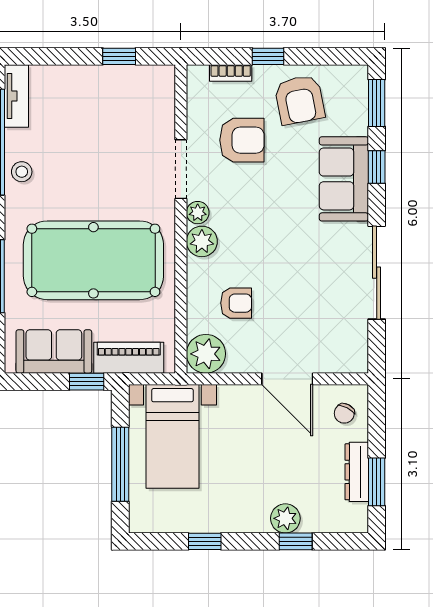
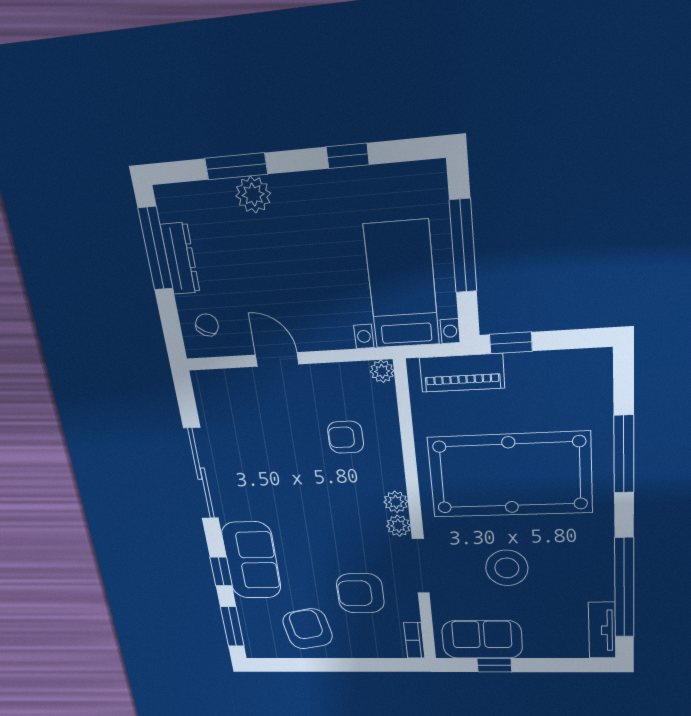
window: (268, 56) -> (344, 665), removed
bookcase: (231, 73) -> (414, 640), moved, turned -90
stool: (22, 172) -> (507, 568), moved, width x1.89, depth x1.89
plant: (202, 241) -> (396, 502), width x0.73, depth x0.73
sofa: (54, 351) -> (482, 639), moved, turned 180
plant: (206, 354) -> (382, 371), width x0.53, depth x0.53
door: (287, 379) -> (277, 359), width x0.73
window: (377, 482) -> (155, 249), width x1.44
window: (296, 541) -> (236, 166), width x1.50

